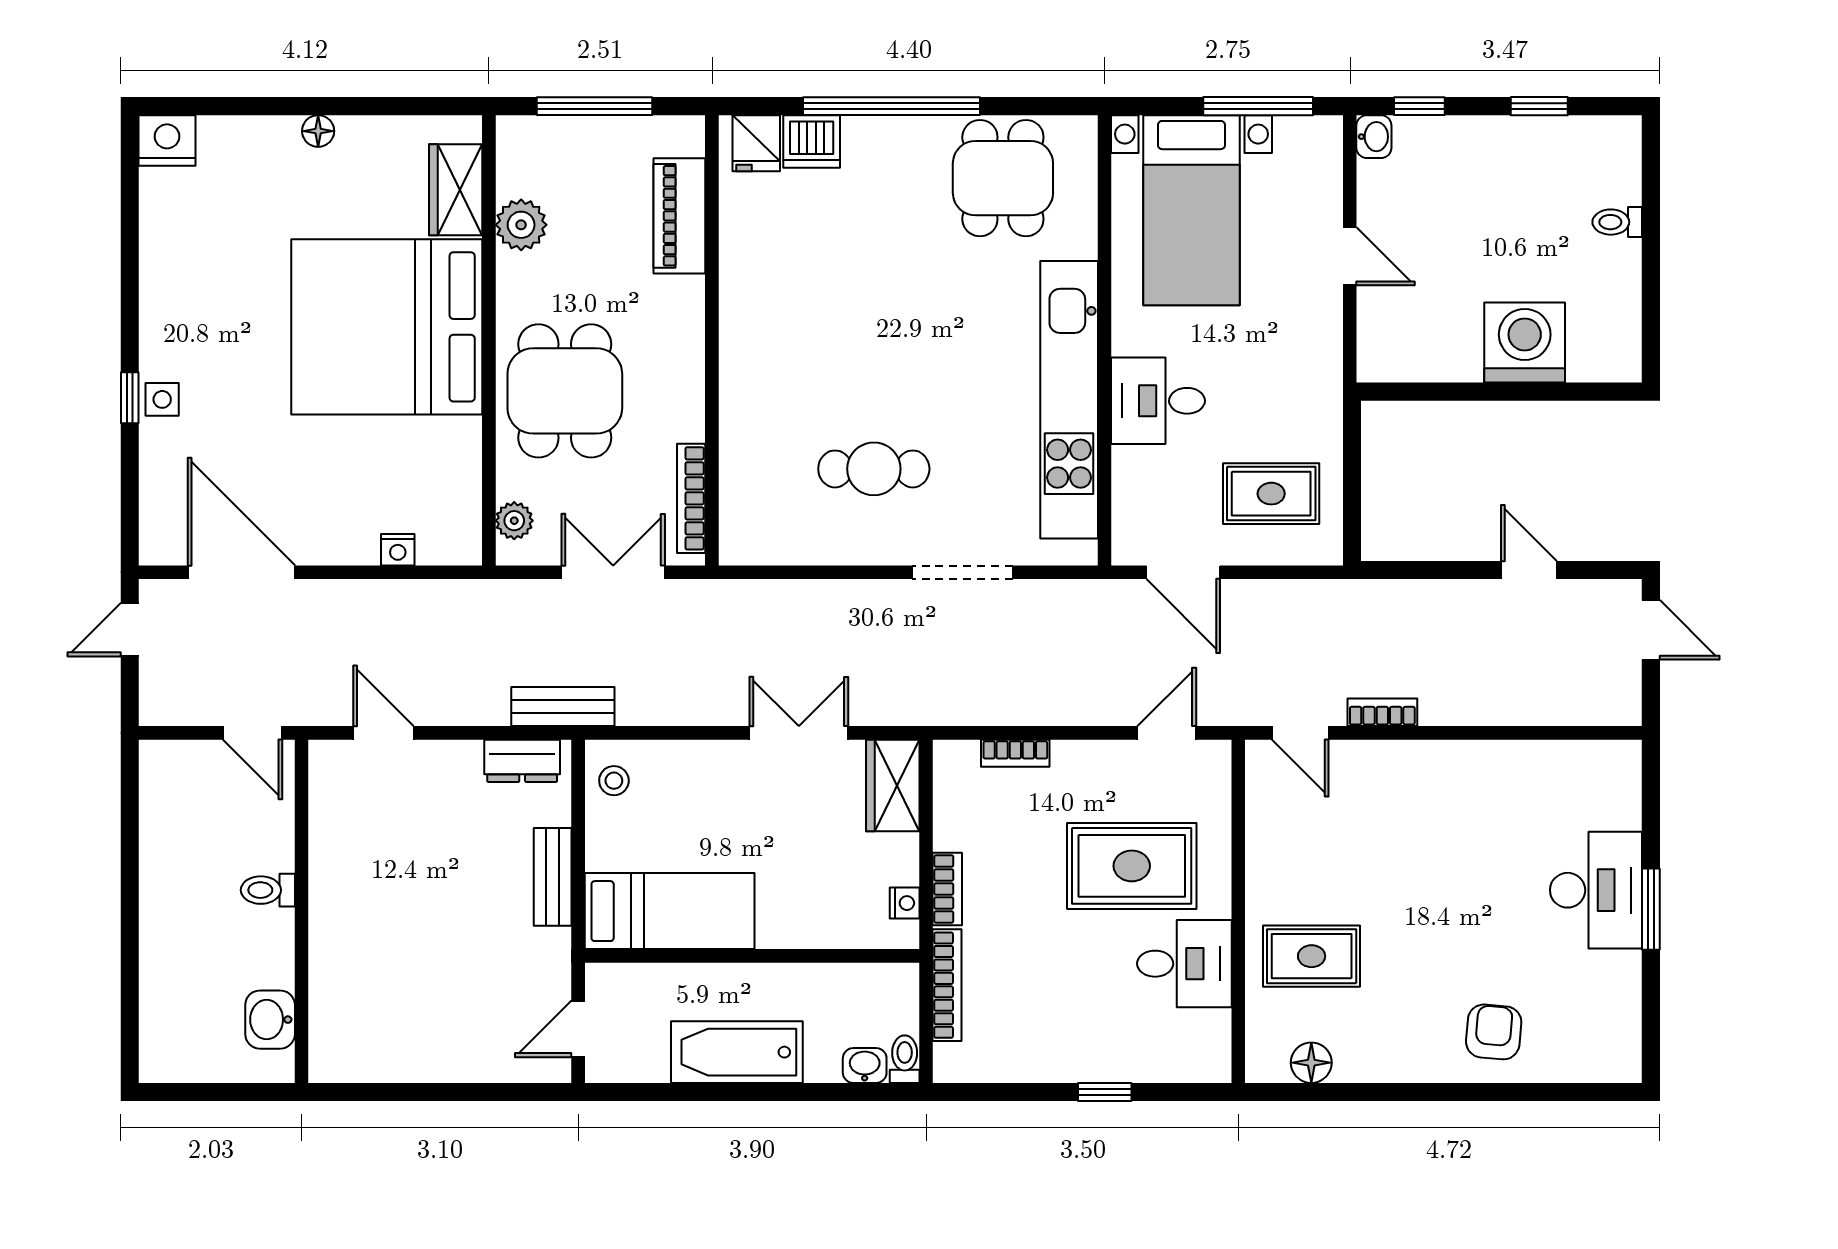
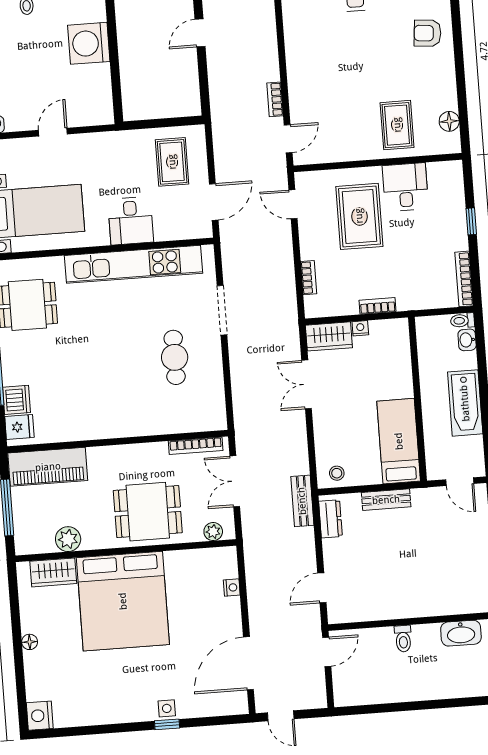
piano: (679, 216) -> (48, 467), width x1.37, depth x1.33
nightstand: (905, 903) -> (360, 328), moved
bookcase: (947, 985) -> (464, 279), moved, turned -90
washbasin: (270, 1020) -> (461, 633), width x1.38

